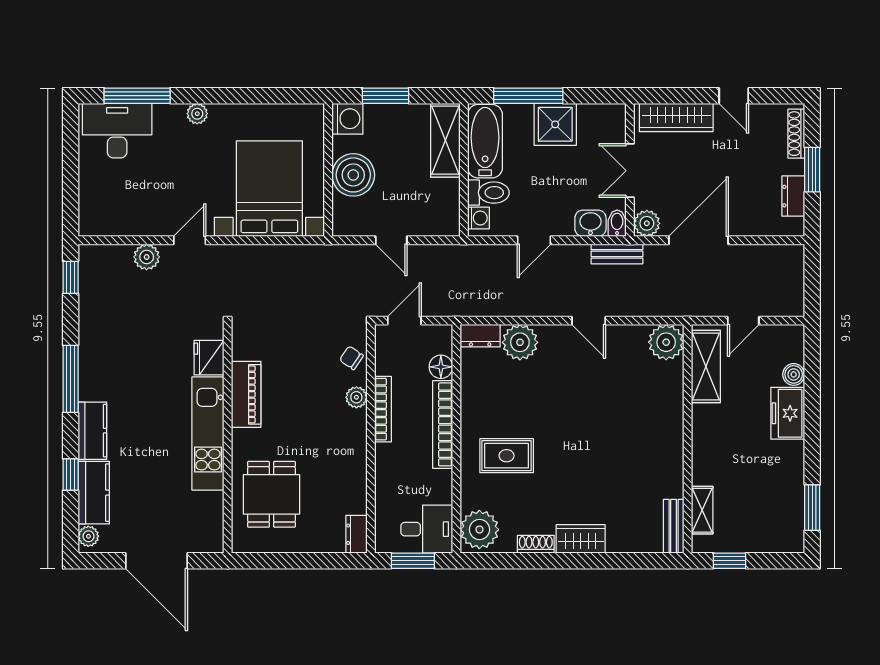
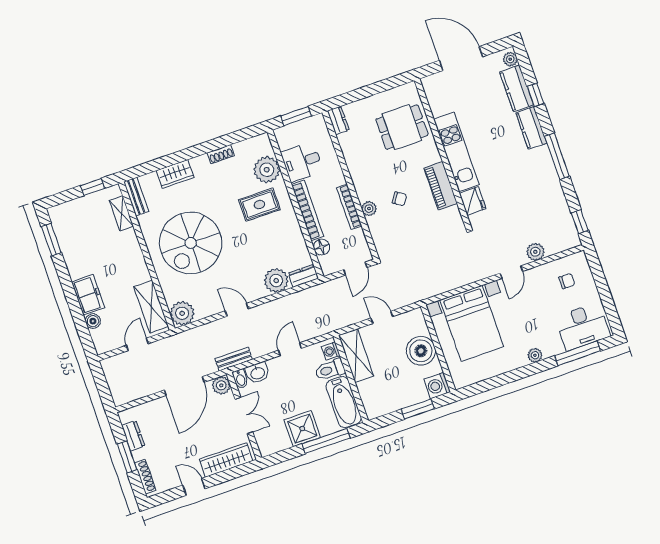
shelving: (445, 140) -> (356, 356), moved
chair: (117, 201) -> (567, 281), added
chair: (351, 358) -> (399, 199), moved
spiral stairs: (620, 436) -> (191, 243), added
dining table: (271, 494) -> (402, 127), turned 90
desk: (427, 529) -> (302, 162), moved
plant: (479, 530) -> (267, 170), moved
wardrobe: (581, 539) -> (175, 174), moved

